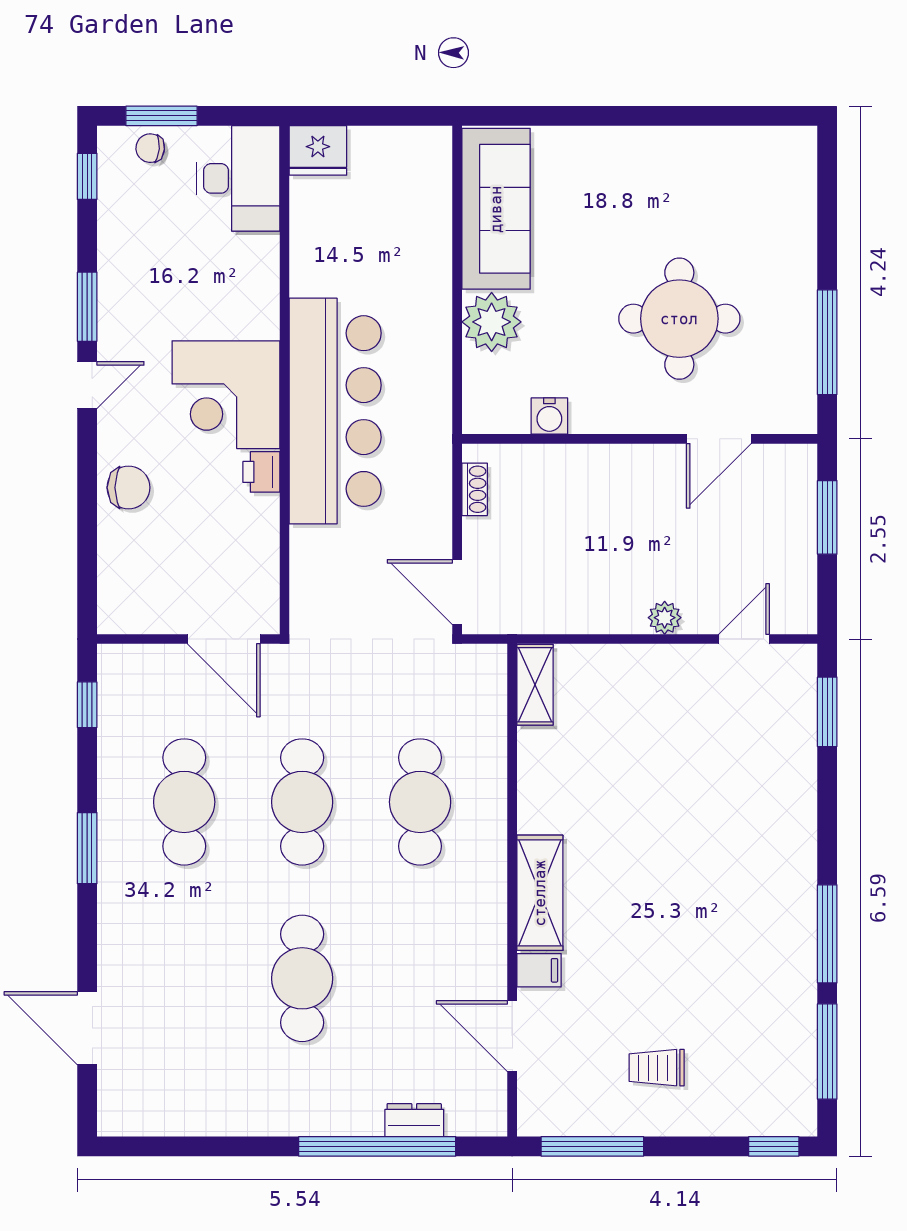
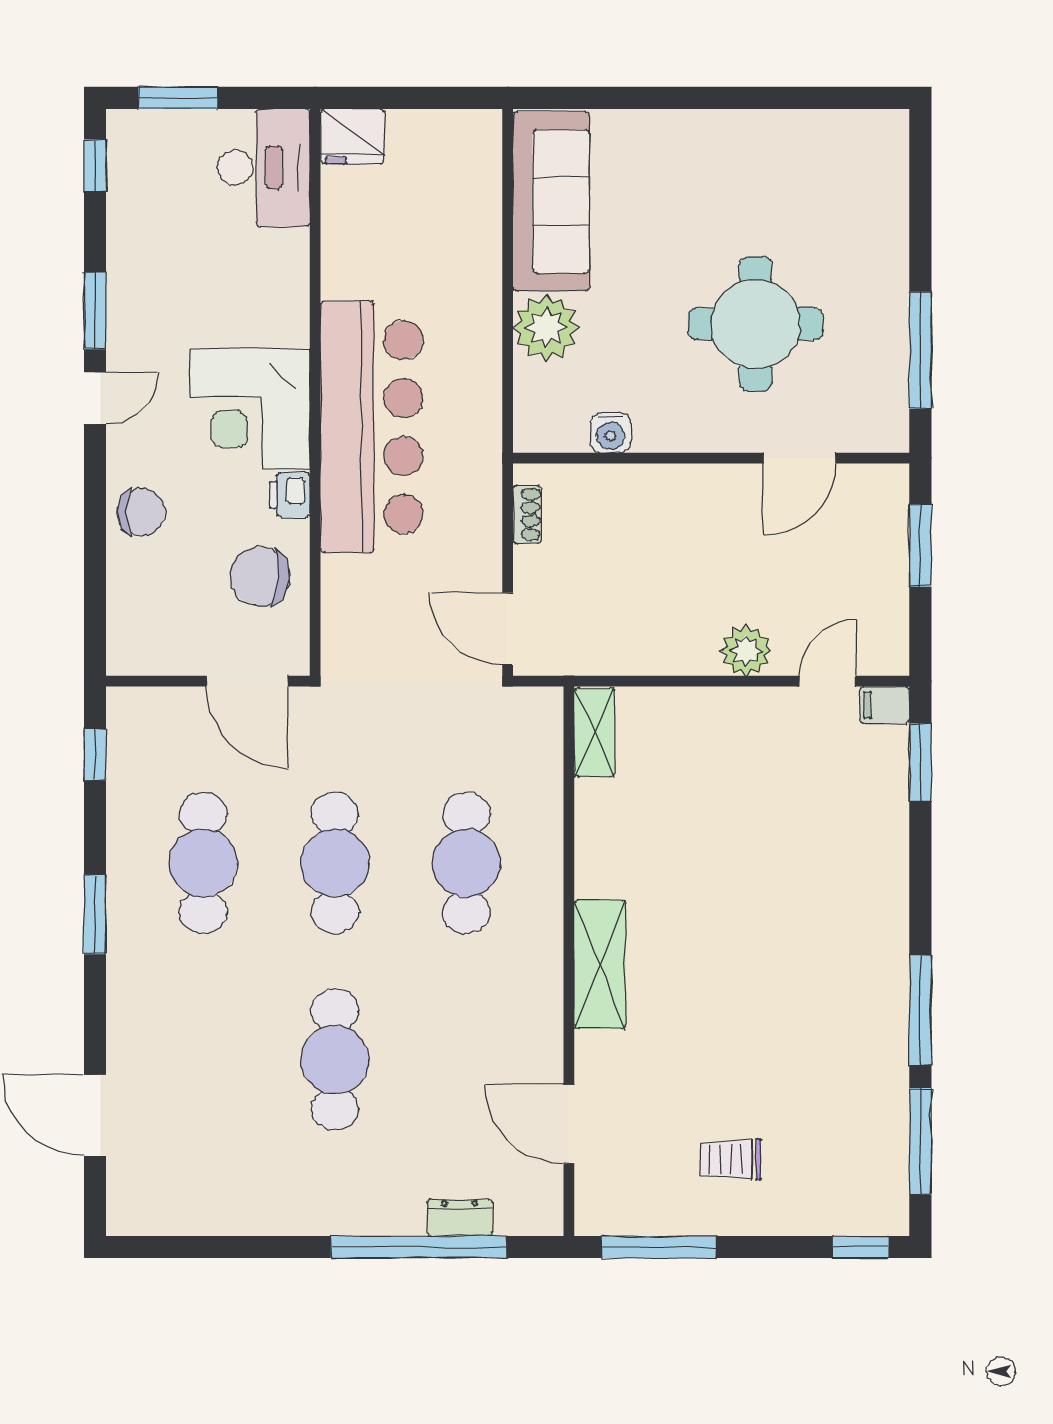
chair: (150, 148) -> (260, 576), moved, width x1.87, depth x1.87
plant: (665, 618) -> (746, 651), width x1.38, depth x1.38
filing cabinet: (539, 970) -> (885, 705), moved, turned 180

